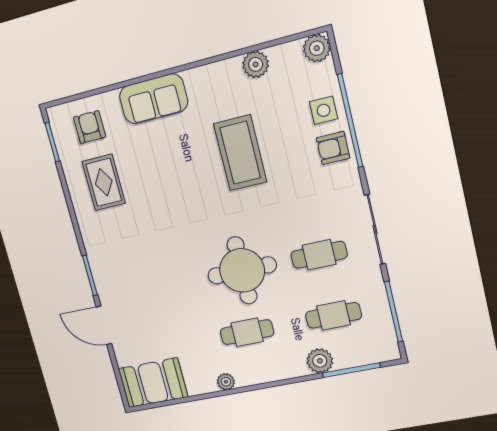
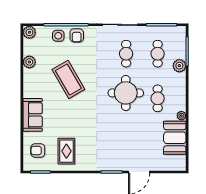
coffee table: (240, 153) -> (68, 79), turned 60
rug: (104, 182) -> (66, 151), turned 90
booth: (153, 383) -> (175, 138), moved

